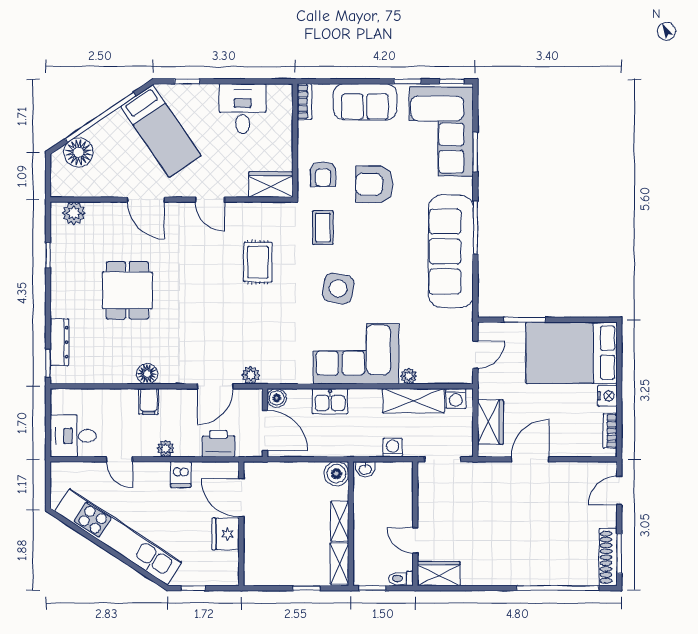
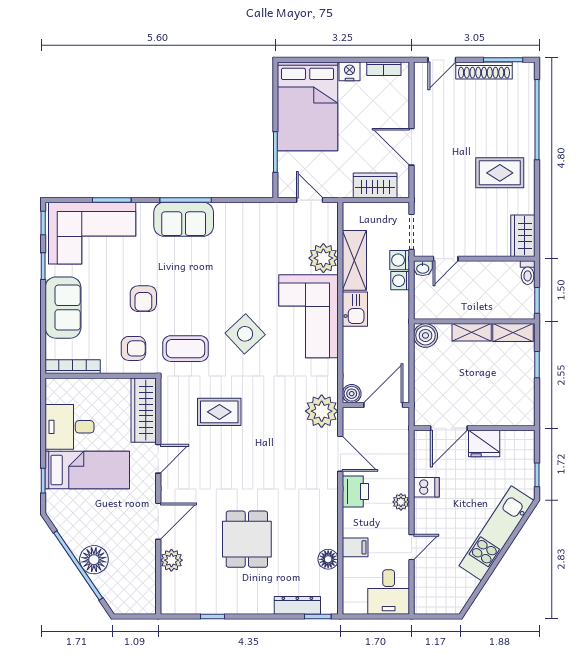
bookcase: (304, 102) -> (73, 367), width x1.56
bed: (161, 131) -> (87, 470), moved, turned 34
floor lamp: (79, 152) -> (94, 560), moved
armchair: (374, 184) -> (143, 299), width x0.72, depth x0.72
wardrobe: (271, 185) -> (144, 410), width x1.50
plant: (74, 213) -> (171, 560), moved
coffee table: (323, 227) -> (186, 349), width x1.36, depth x1.30
sofa: (451, 251) -> (184, 219), width x0.54, depth x0.79
side table: (338, 289) -> (245, 334), turned 37
dining table: (127, 290) -> (247, 539), turned 90
floor lamp: (147, 374) -> (328, 559), moved
plant: (251, 375) -> (322, 411), width x1.87, depth x1.87
plant: (409, 376) -> (323, 258), width x1.87, depth x1.87
washing machine: (456, 398) -> (400, 260), moved, turned 180
filing cabinet: (149, 401) -> (355, 547), moved
kitchen sink: (330, 401) -> (355, 309), moved
printer: (218, 444) -> (355, 491), moved, turned 180
washbasin: (365, 469) -> (423, 268), moved, turned 90
door: (619, 491) -> (442, 60), hinge flipped
kitchen unit: (118, 537) -> (496, 533), width x0.73
door: (415, 540) -> (446, 259), moved
rug: (503, 550) -> (500, 173), added
shoe rack: (608, 557) -> (484, 71), moved

